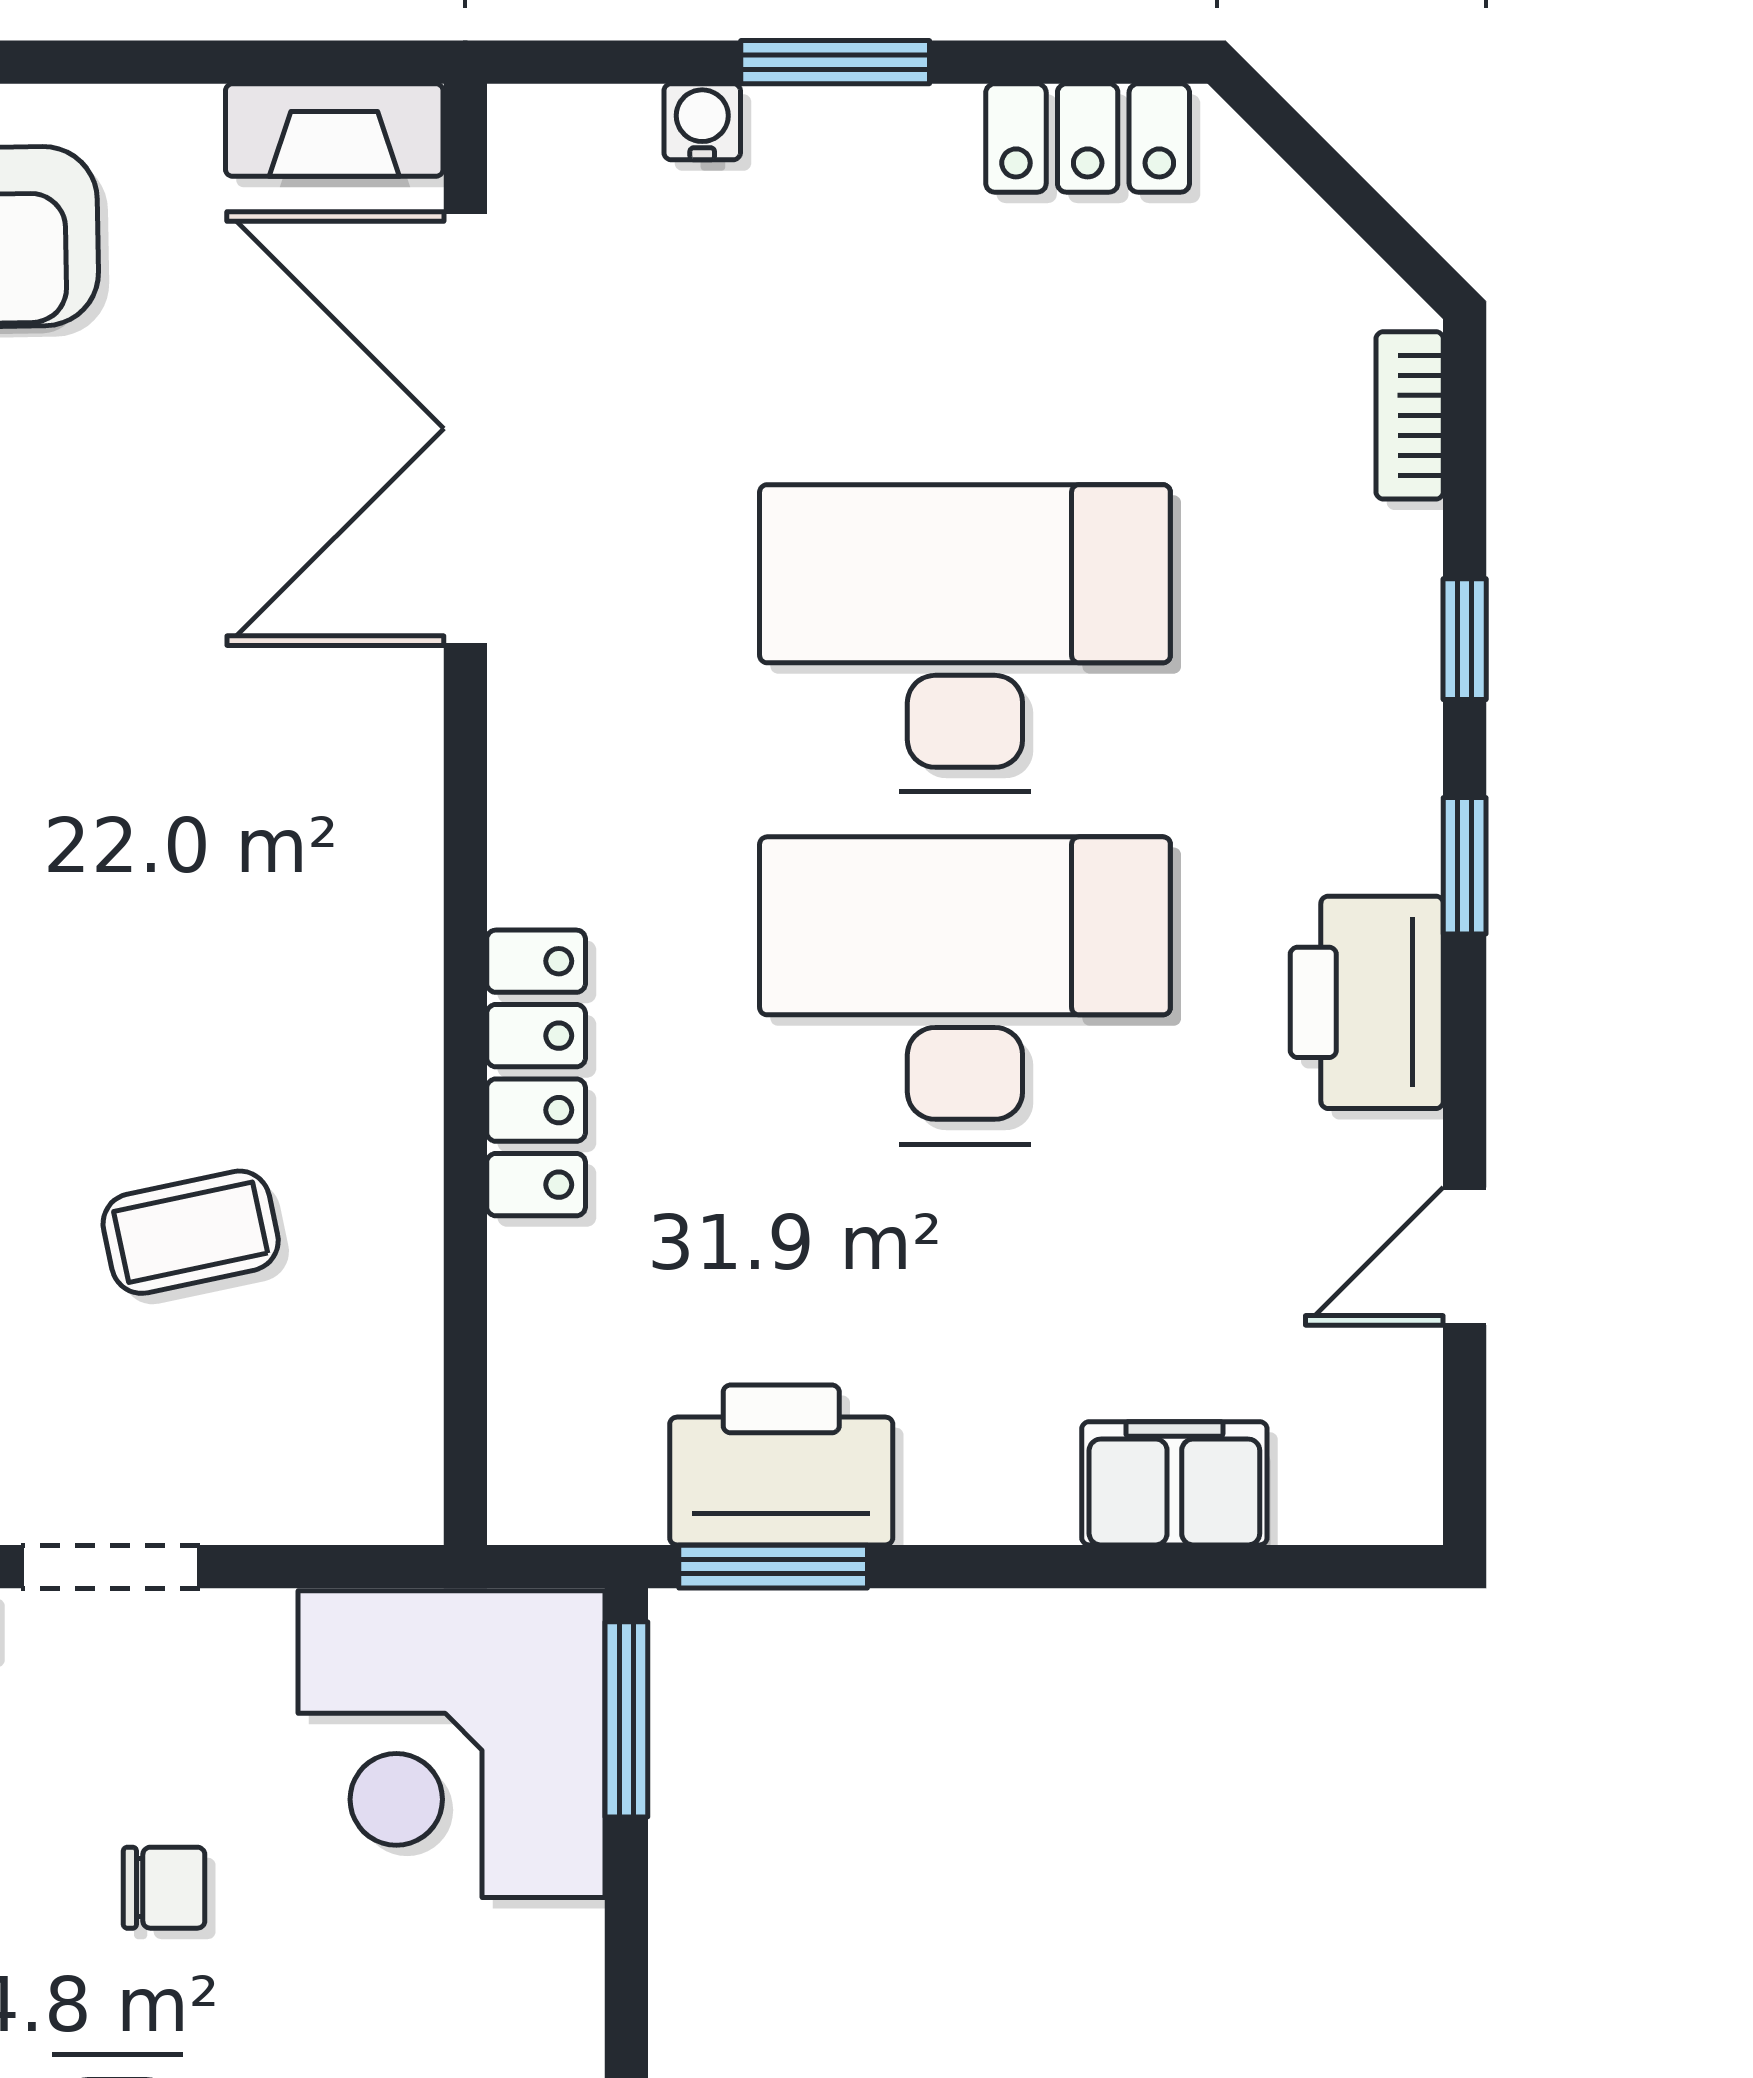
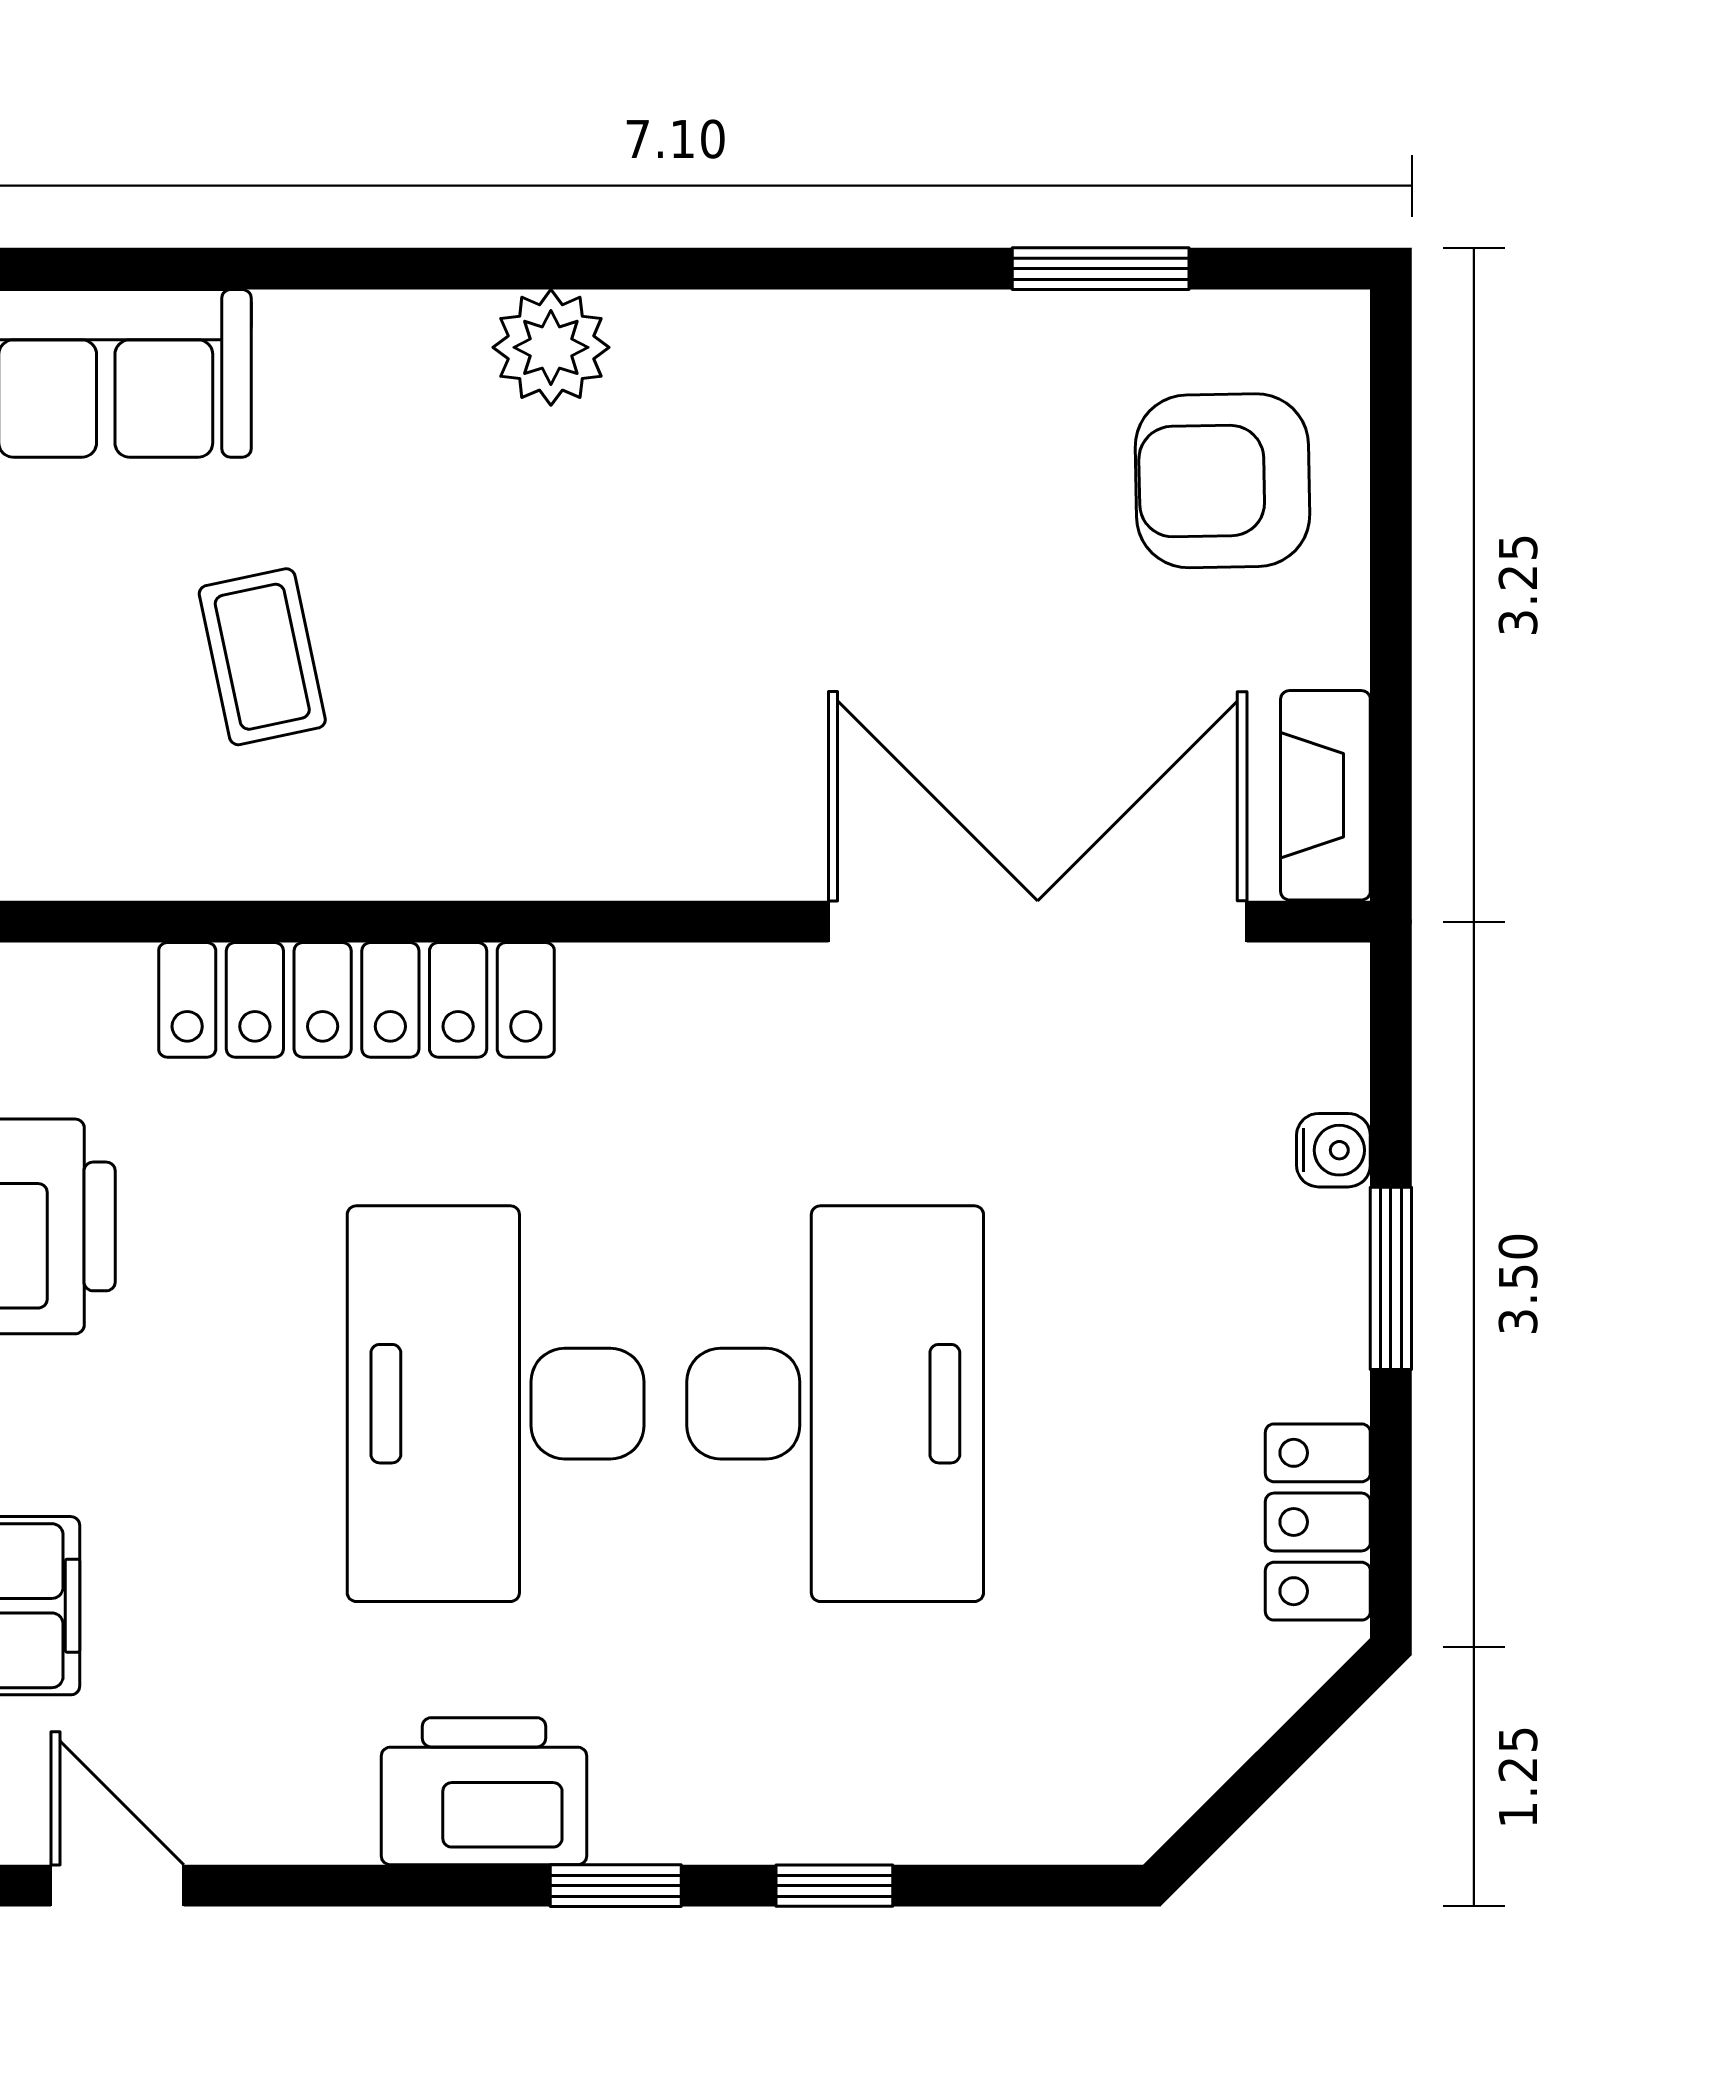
bookcase: (1410, 415) -> (1050, 1833), removed
desk: (965, 990) -> (496, 1404), turned 180
locker: (536, 1073) -> (356, 1000), width x1.41, depth x1.21
door: (1465, 1256) -> (117, 1886), moved

